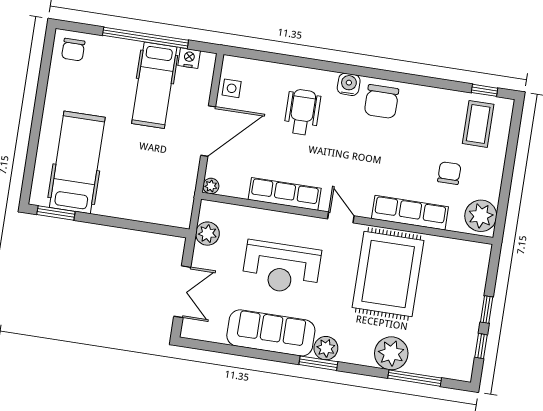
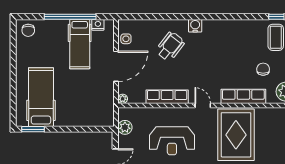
chair: (382, 102) -> (216, 33), removed
wheelchair: (302, 112) -> (170, 46), turned 38

